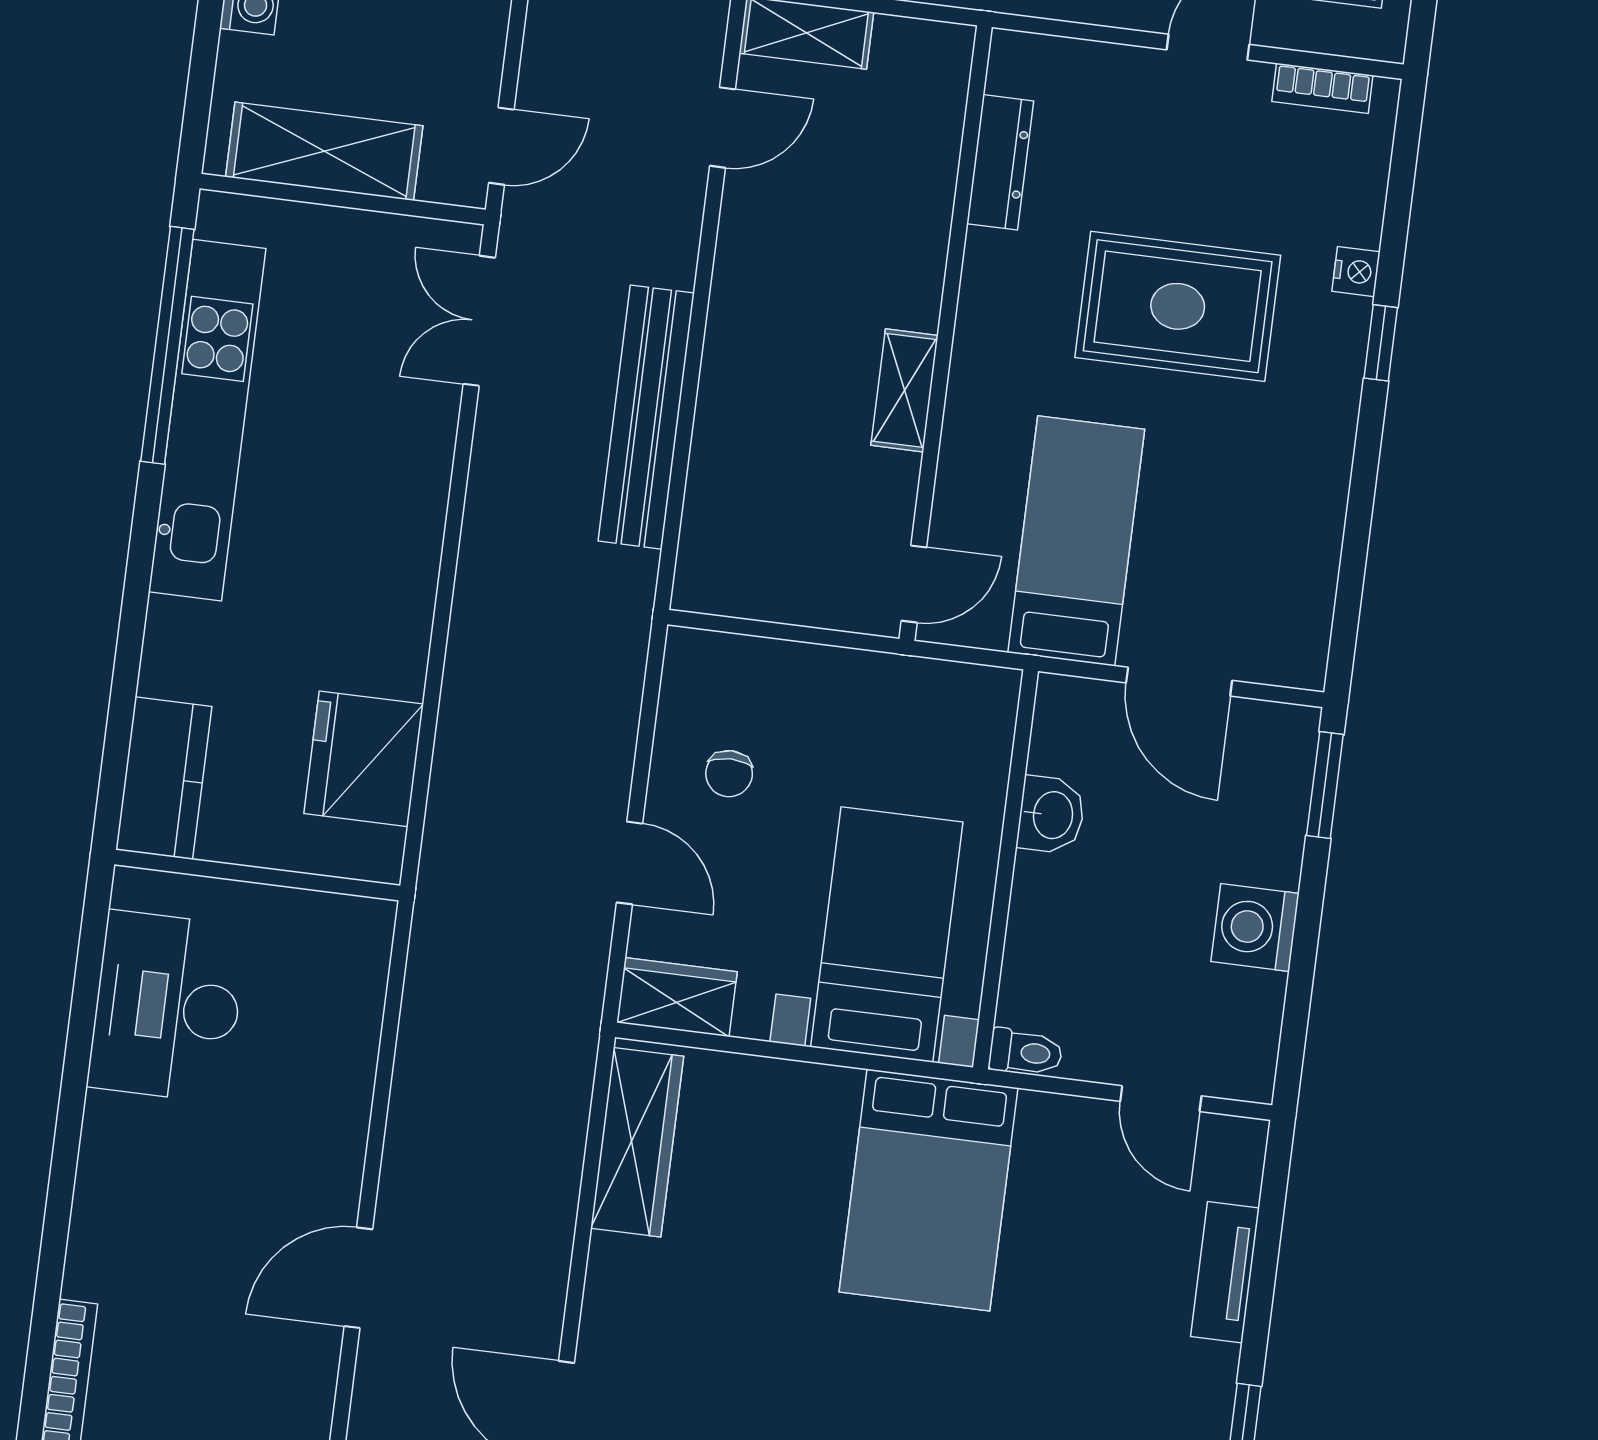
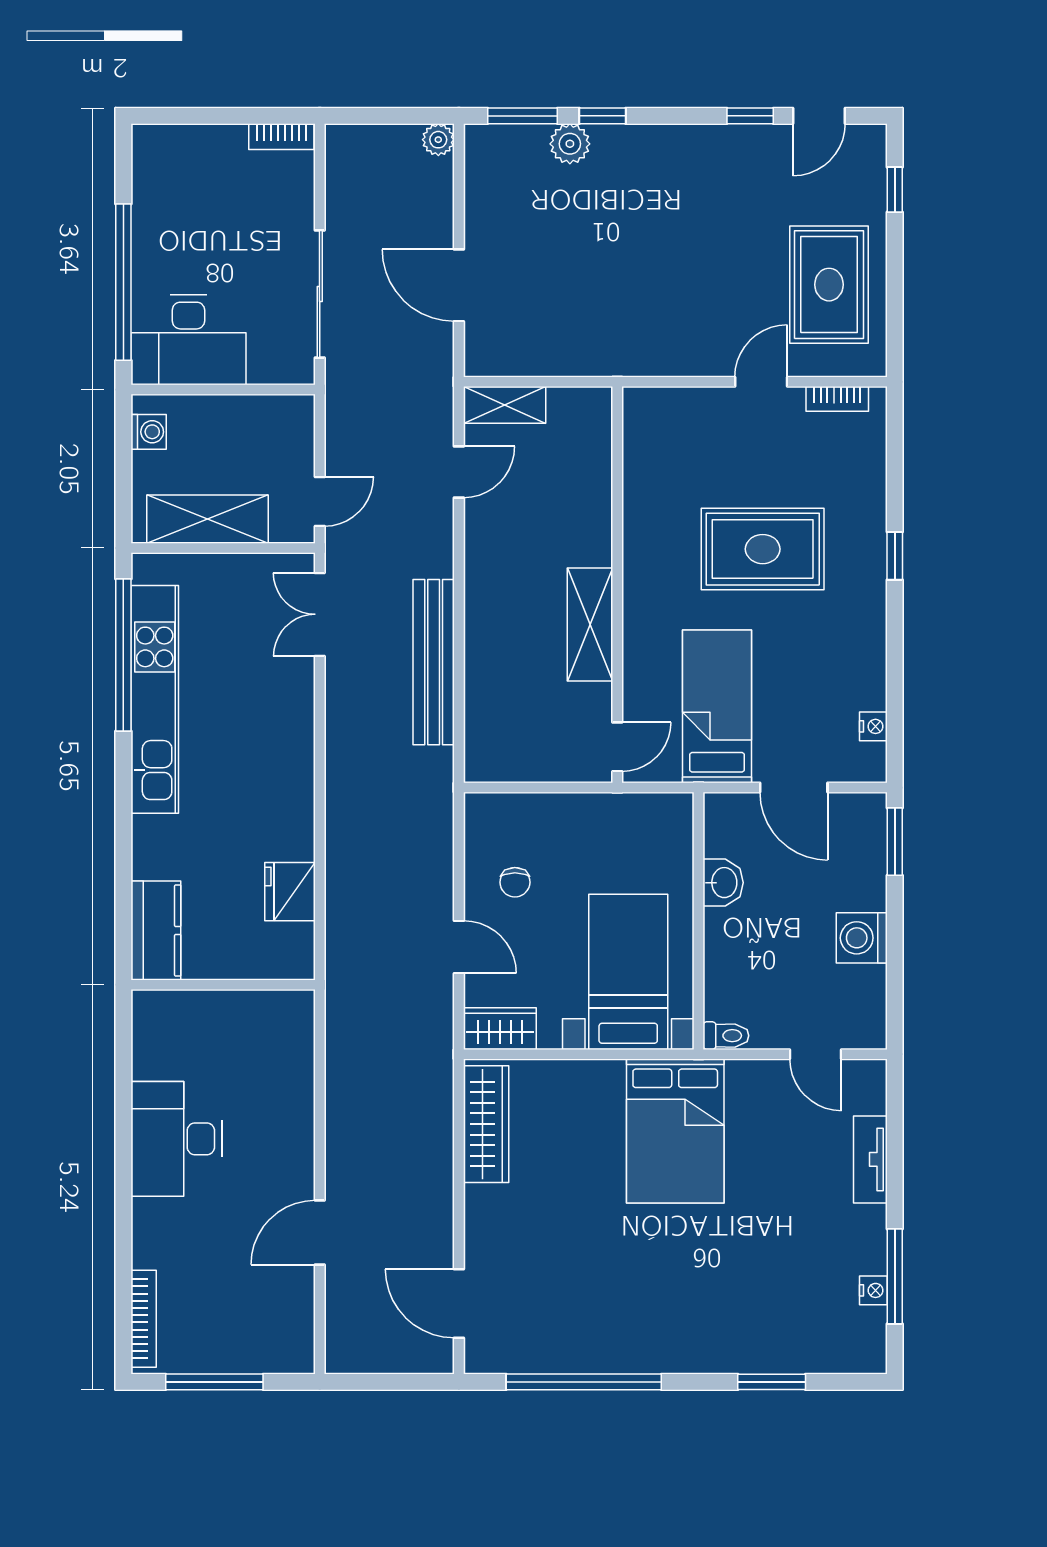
dresser: (1000, 162) -> (638, 472), removed
nightstand: (1356, 272) -> (873, 726), moved
shelving: (904, 390) -> (590, 624), width x1.50, depth x1.33
fridge: (364, 759) -> (290, 892), width x0.73, depth x0.75
desk: (167, 1007) -> (176, 1139), moved

